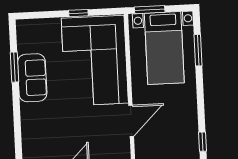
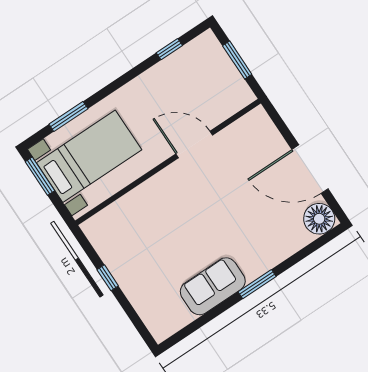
window: (150, 10) -> (40, 176), moved
corner sofa: (95, 61) -> (151, 227), removed
window: (14, 67) -> (257, 284), moved

